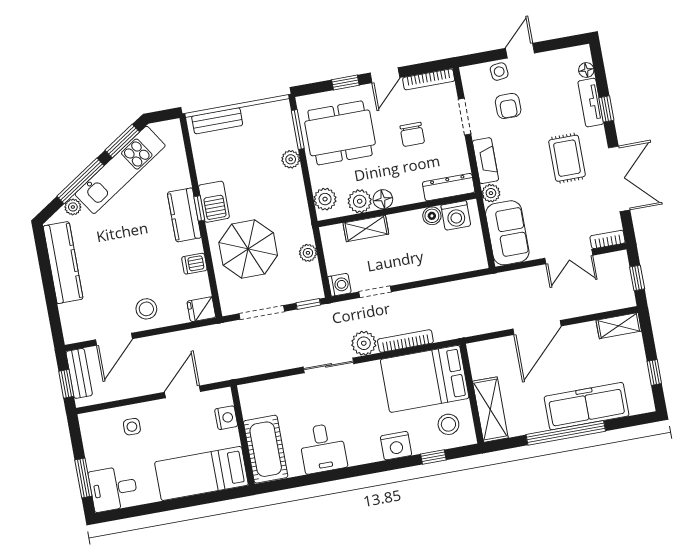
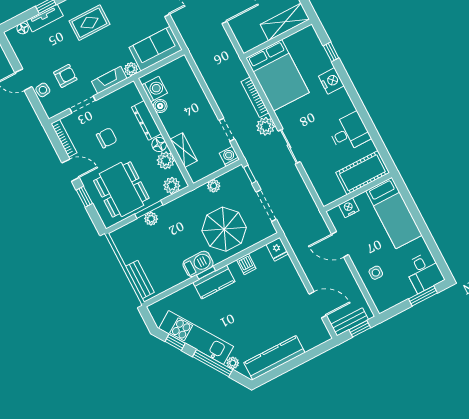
window: (298, 130) -> (149, 210), moved
window: (122, 141) -> (175, 342), width x0.67
dresser: (449, 187) -> (146, 120), moved
stool: (146, 309) -> (289, 288), removed
stool: (448, 424) -> (305, 48), removed

